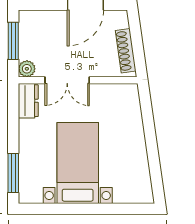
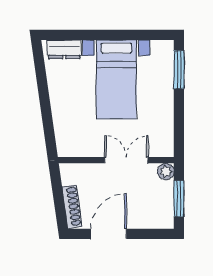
shoe rack: (126, 51) -> (72, 207), moved
dresser: (28, 101) -> (64, 49), moved, turned -90

